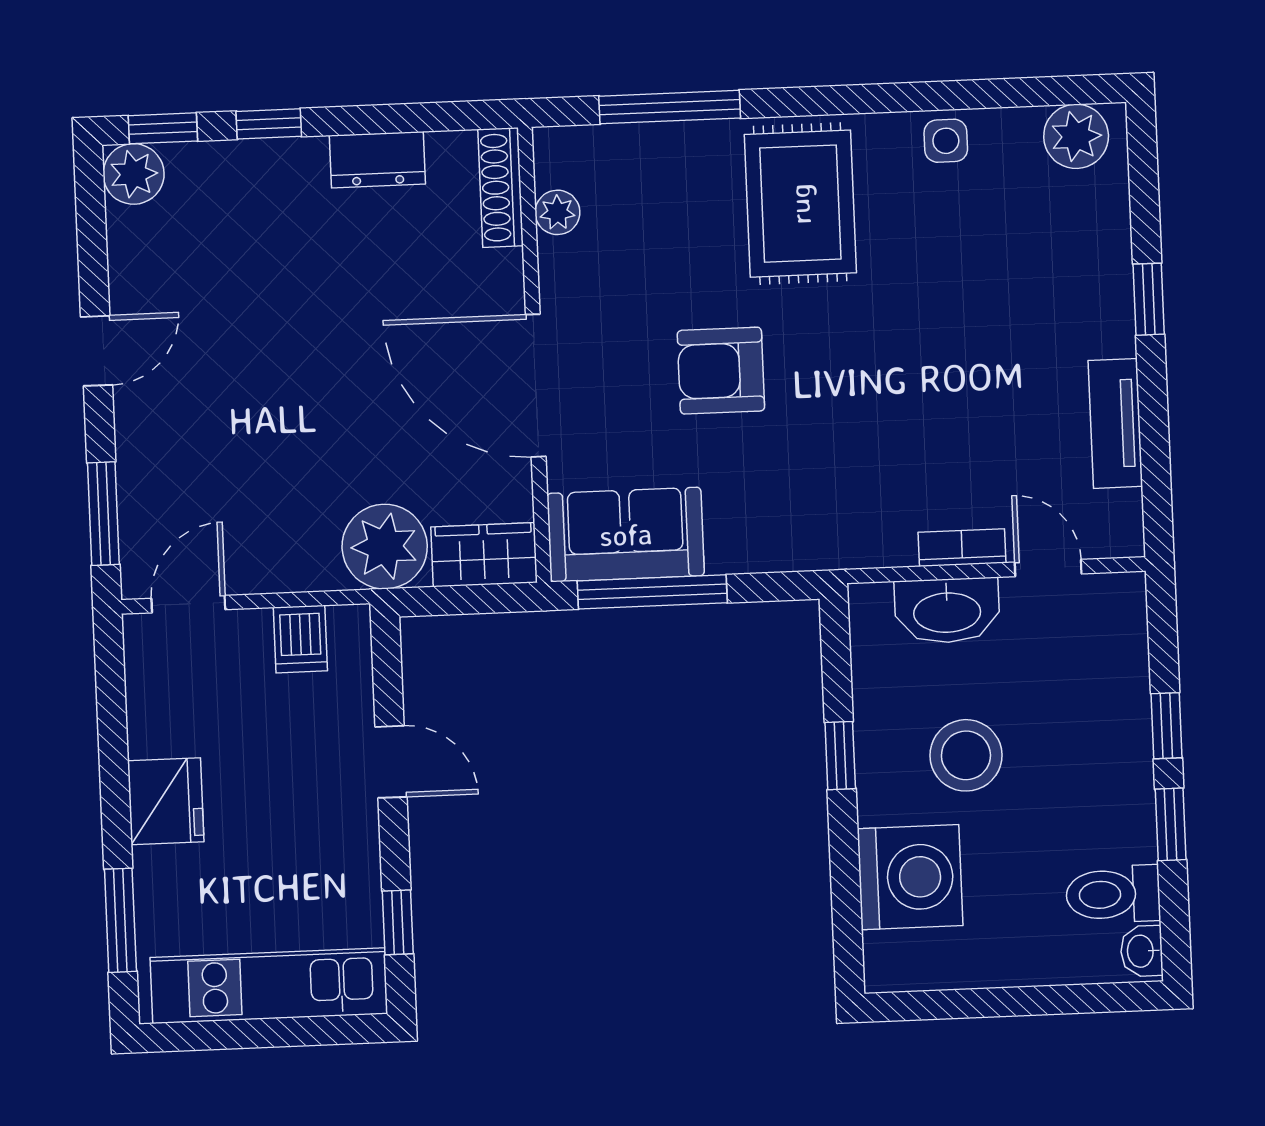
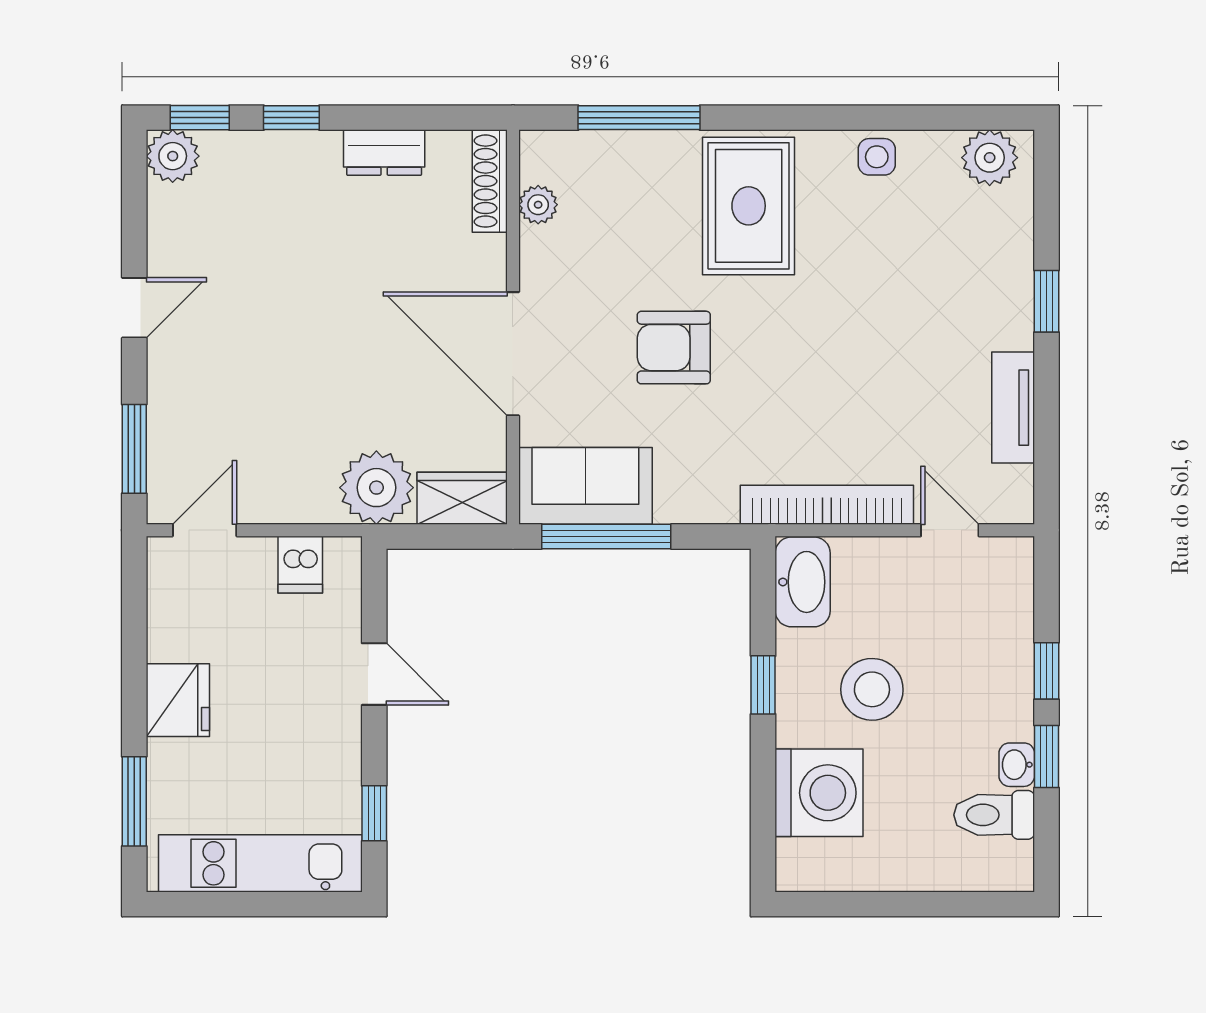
bookcase: (962, 548) -> (827, 505), width x2.31, depth x1.31
washbasin: (947, 611) -> (803, 582), moved, turned -90
washbasin: (1142, 951) -> (1017, 765), moved

